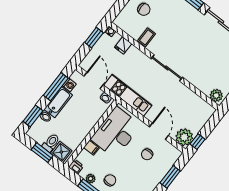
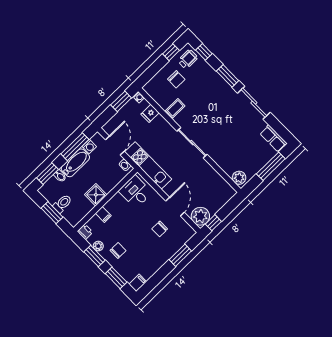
desk: (116, 132) -> (135, 192), width x0.53, depth x0.77
shower: (61, 152) -> (96, 195), moved

